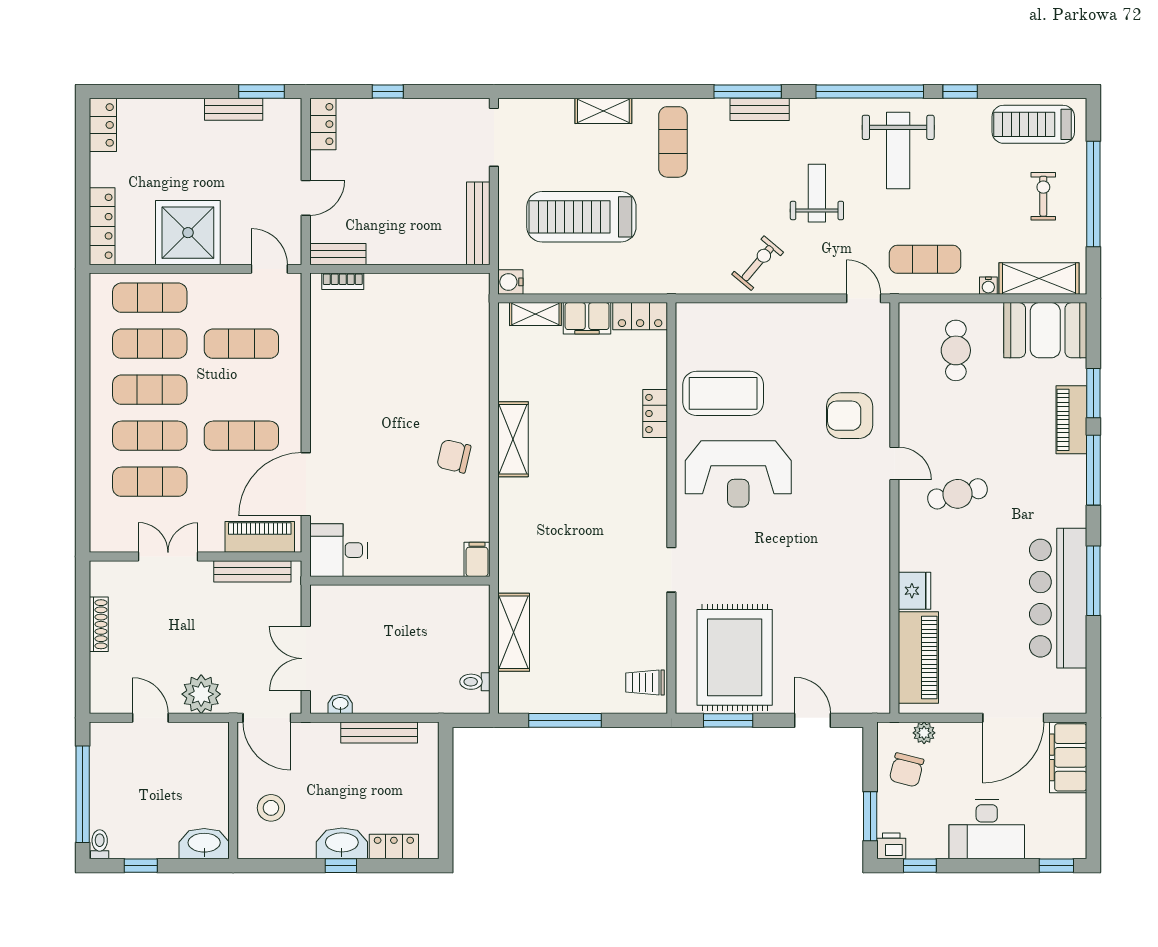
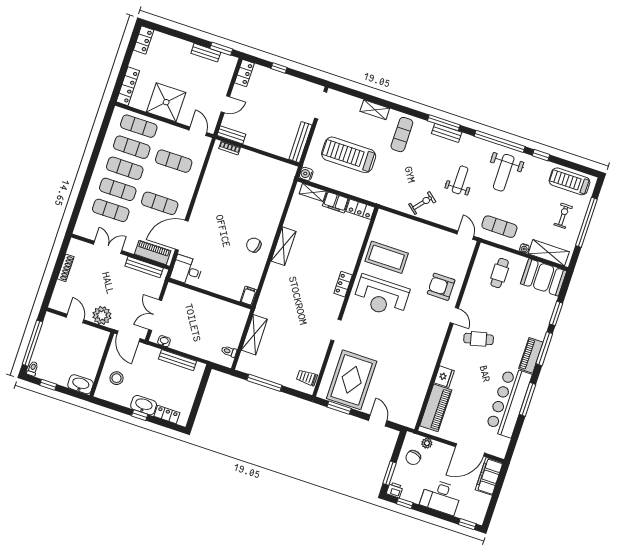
locker: (655, 414) -> (343, 284), moved
piano: (1071, 420) -> (531, 355), moved

